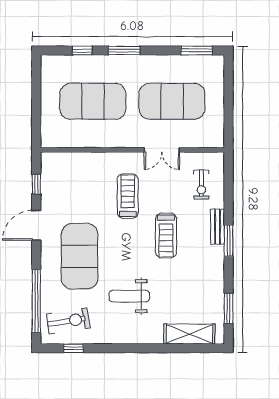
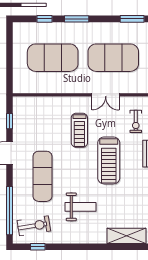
treadmill: (128, 196) -> (79, 130), turned 180
treadmill: (166, 236) -> (109, 160), width x1.37, depth x1.38
exercise mat: (80, 256) -> (43, 176), width x0.68
weight bench: (129, 296) -> (80, 207), turned 180

